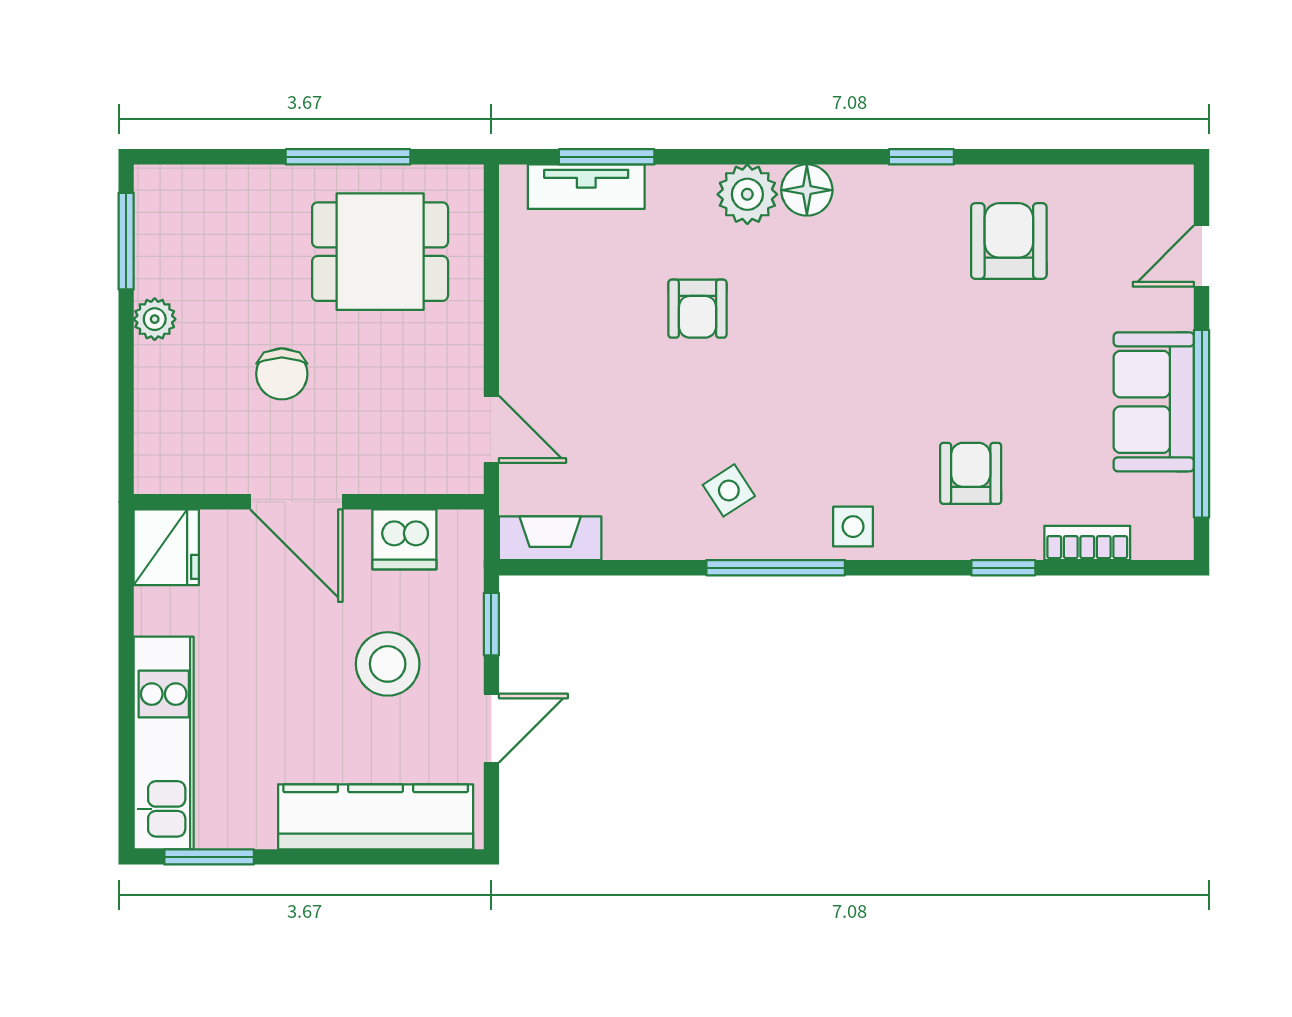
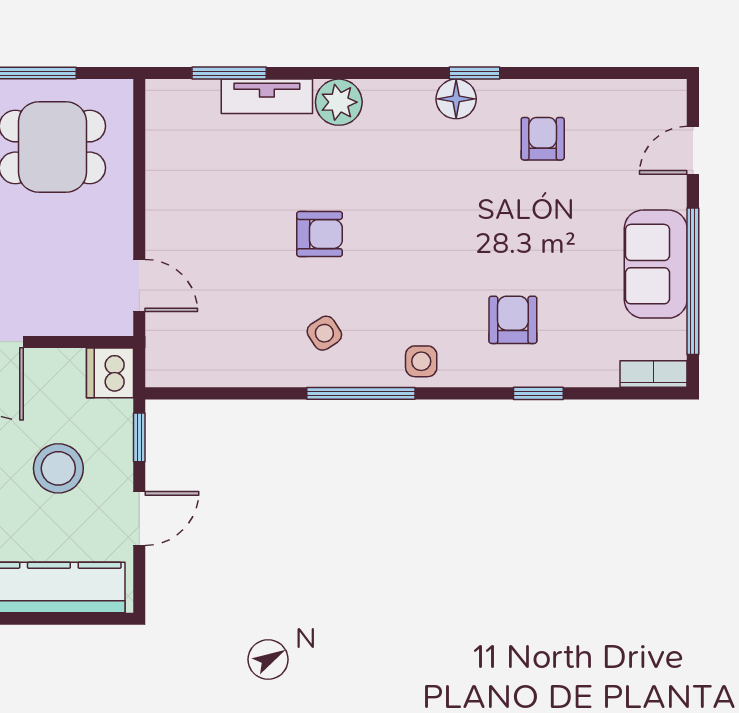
tv unit: (586, 187) -> (267, 96), moved
floor lamp: (807, 190) -> (456, 99), moved
armchair: (1009, 241) -> (543, 139), width x0.72, depth x0.72
armchair: (697, 309) -> (320, 234), moved, turned -90
fireplace: (550, 538) -> (185, 370), removed
dishwasher: (404, 539) -> (110, 373), moved, turned 90
bookcase: (1087, 543) -> (654, 374), moved

